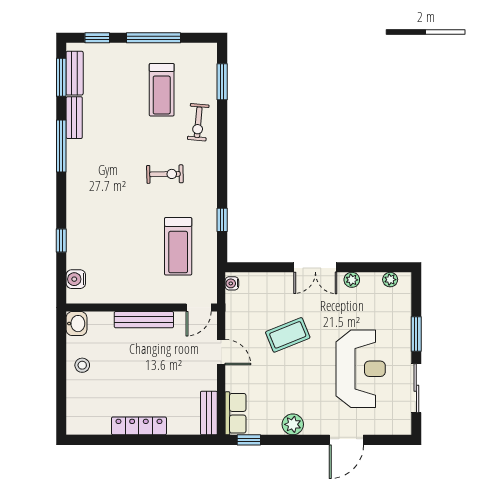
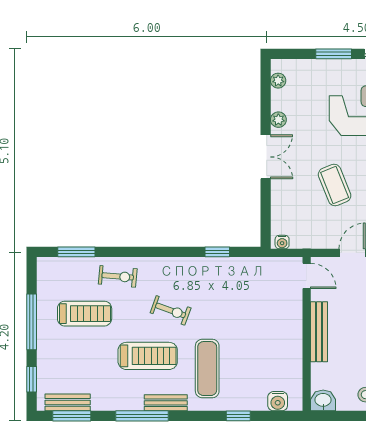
bench: (74, 118) -> (166, 403), moved
exercise bike: (165, 174) -> (171, 310), turned 111
exercise mat: (108, 210) -> (207, 369), added
treadmill: (178, 246) -> (148, 356), moved

